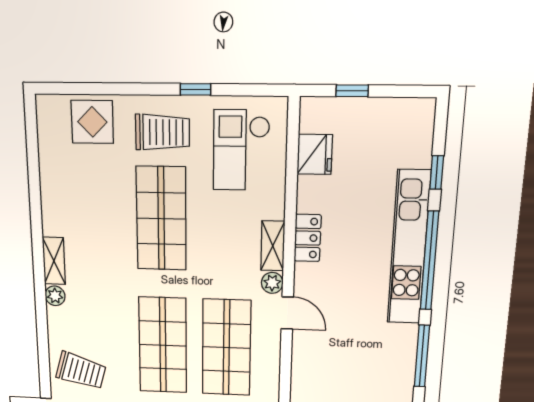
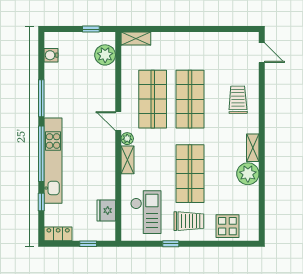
trolley: (162, 132) -> (189, 221), turned 180
locker: (308, 238) -> (58, 234), moved, turned 90
plant: (55, 296) -> (248, 174), moved, width x1.87, depth x1.87
trolley: (81, 371) -> (238, 100), moved, turned 73

